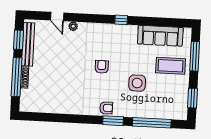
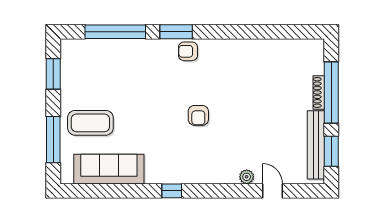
side table: (137, 83) -> (141, 93), removed

